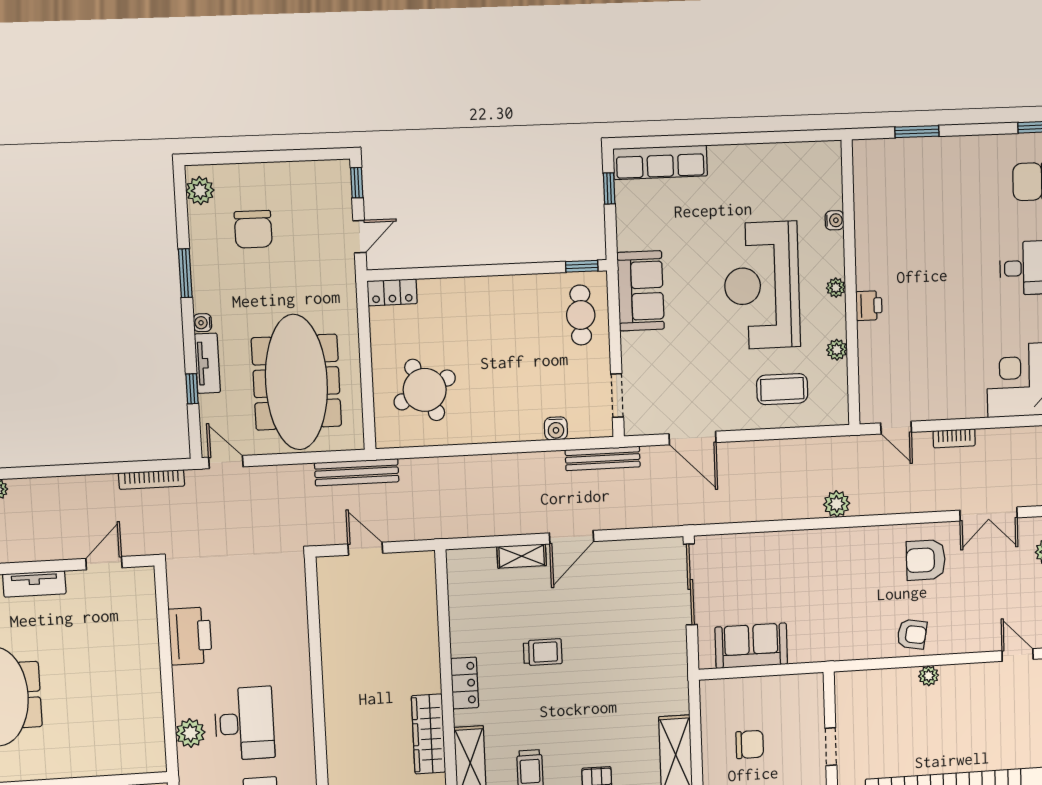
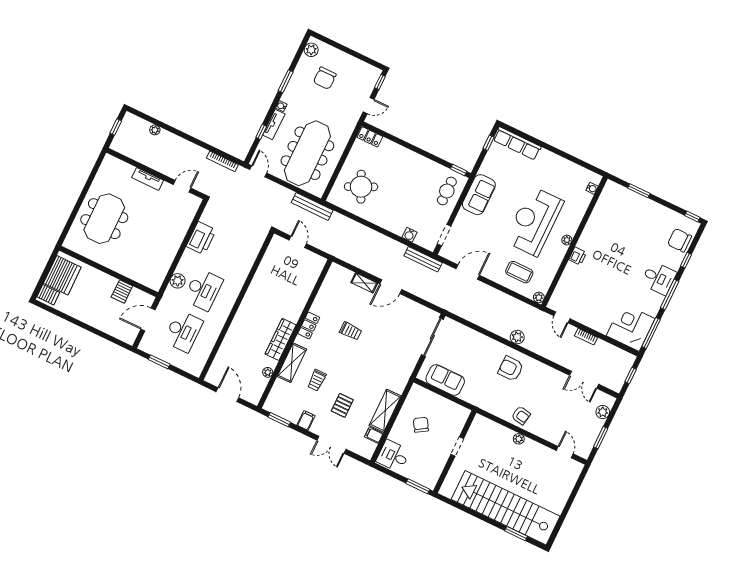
water cooler: (834, 220) -> (592, 188), moved
plant: (837, 350) -> (539, 297), moved
door: (693, 438) -> (468, 272), swing flipped
armchair: (926, 560) -> (511, 369), moved
chair: (750, 744) -> (421, 425), turned -122

